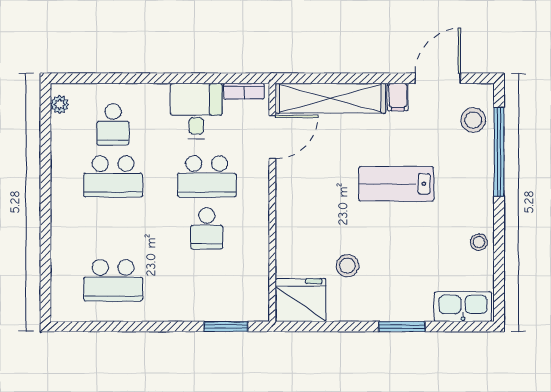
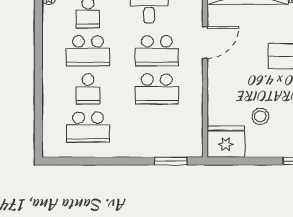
door: (272, 137) -> (205, 43), moved
school desk: (113, 228) -> (88, 89), added
school desk: (207, 228) -> (157, 89), width x1.85

